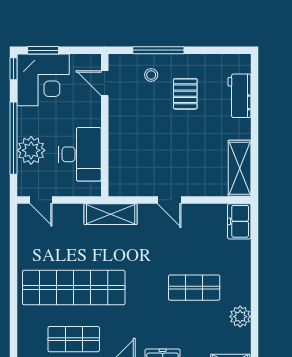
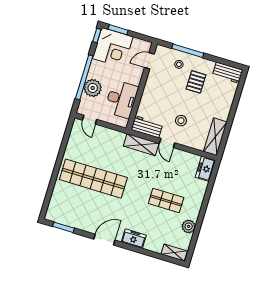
door: (105, 83) -> (149, 61), hinge flipped
workbench: (239, 96) -> (228, 73), moved, turned -90
stool: (180, 159) -> (181, 121), added
workbench: (131, 184) -> (147, 127), added
shelving: (111, 214) -> (141, 145), moved
shop shelf: (74, 339) -> (84, 210), removed

